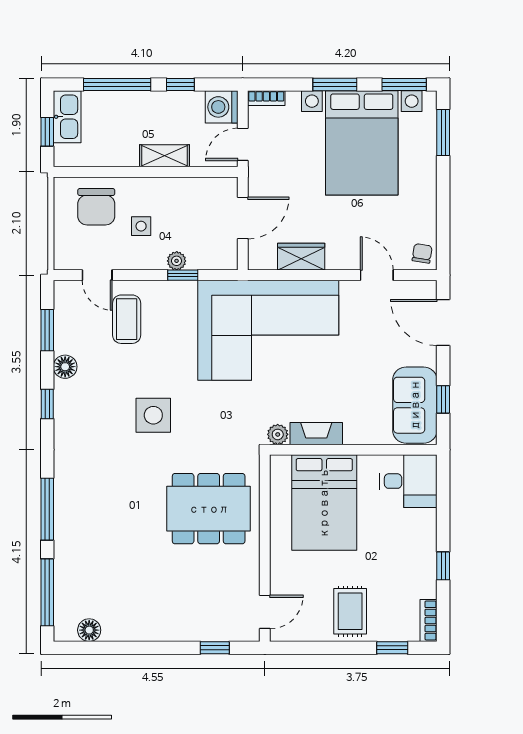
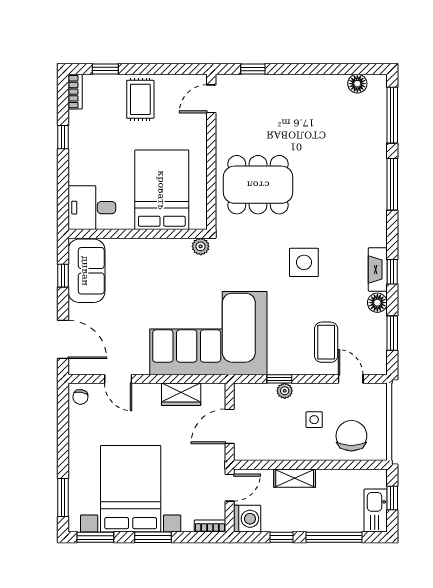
fireplace: (316, 434) -> (378, 270), moved, turned 90

